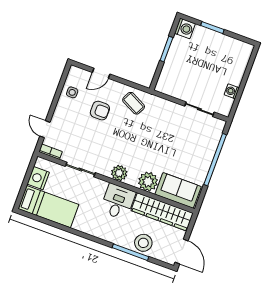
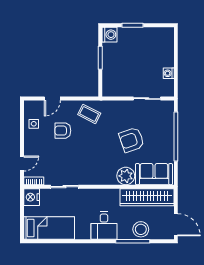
armchair: (100, 111) -> (63, 131), turned 180
door: (45, 129) -> (22, 164), swing flipped
armchair: (168, 146) -> (132, 140), added
plant: (119, 173) -> (99, 178), removed
nightstand: (38, 178) -> (32, 197), moved
desk: (118, 202) -> (104, 226), moved, turned 180

